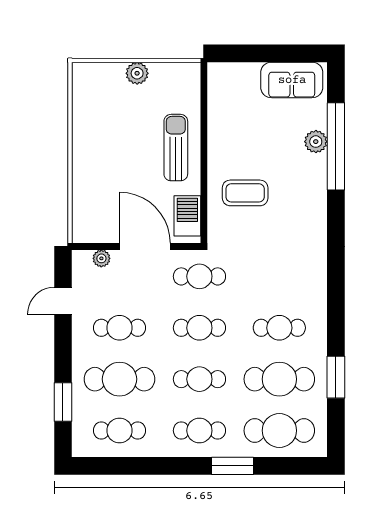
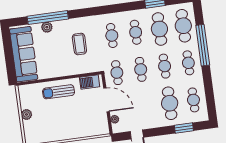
sofa: (292, 80) -> (24, 54), width x1.85, depth x1.27
coffee table: (245, 193) -> (79, 44), moved
door: (145, 247) -> (106, 100), swing flipped
cafe table: (119, 328) -> (112, 36), moved
window: (233, 466) -> (203, 45), width x2.11

